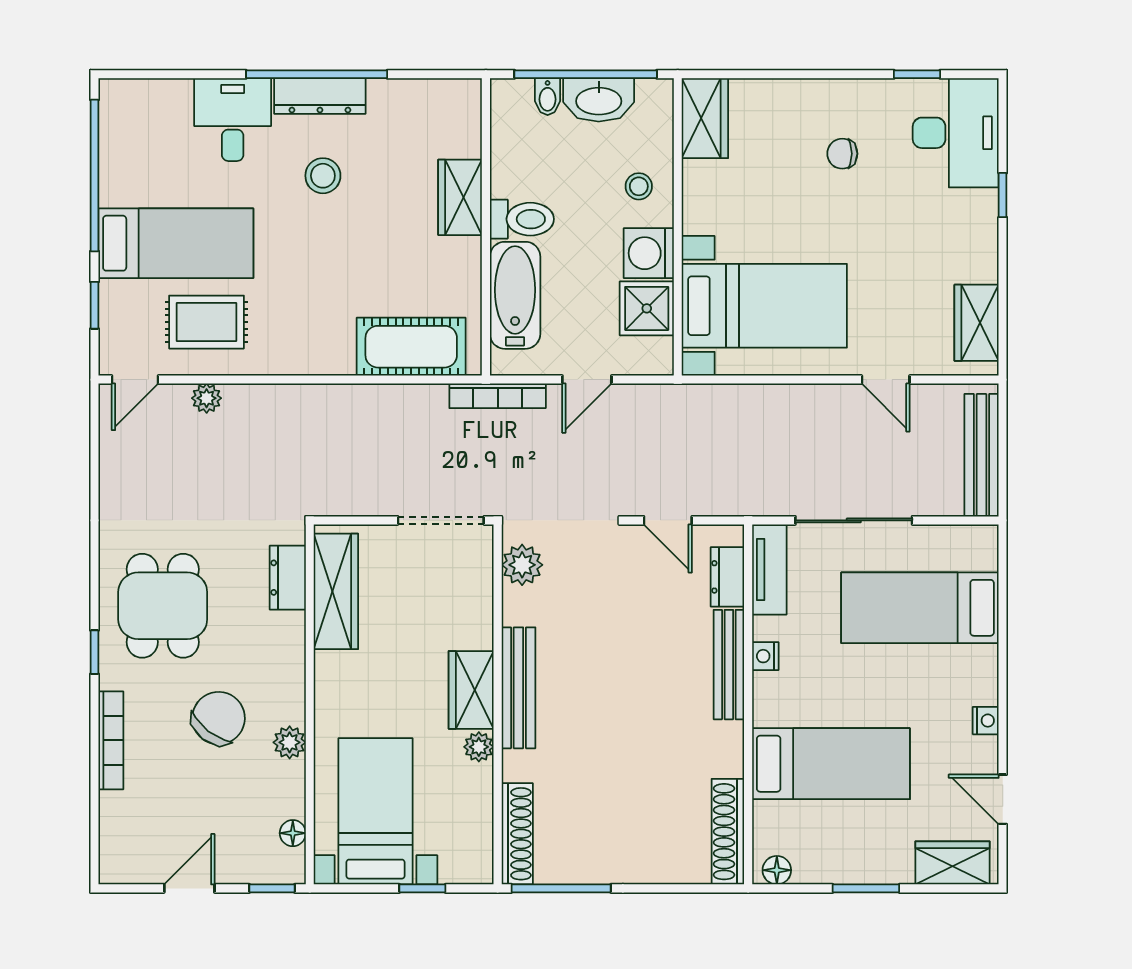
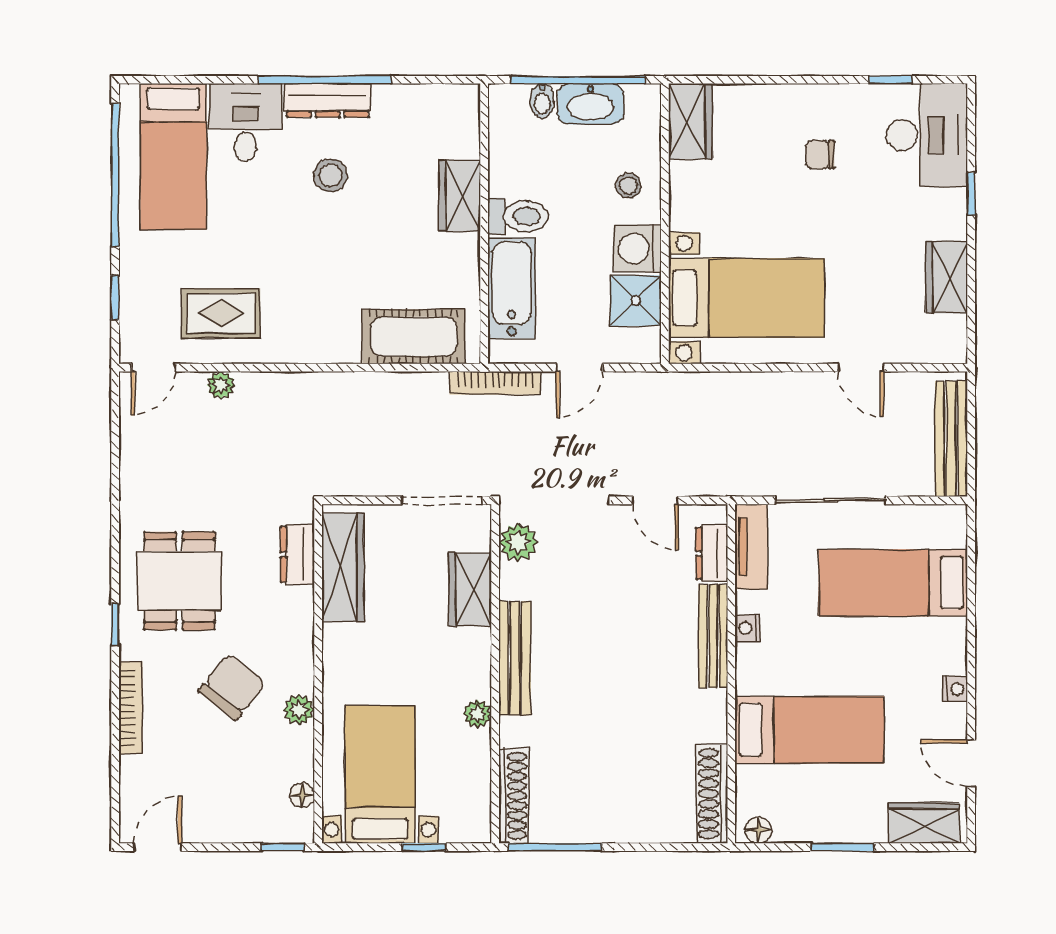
bed: (176, 243) -> (173, 157), moved, turned 90
wardrobe: (977, 323) -> (947, 277), moved
wardrobe: (471, 690) -> (470, 590), moved
door: (189, 888) -> (158, 847), moved

